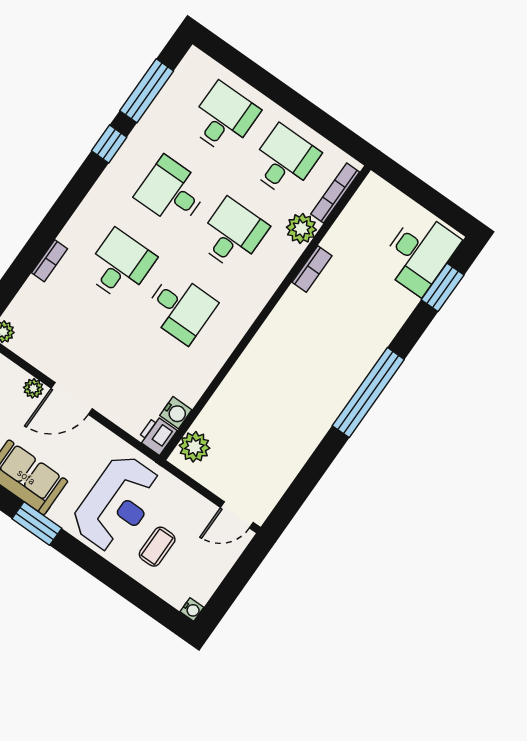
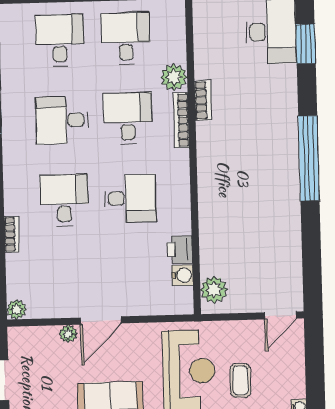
bookcase: (335, 193) -> (181, 120), moved
printer: (157, 435) -> (180, 249), moved

